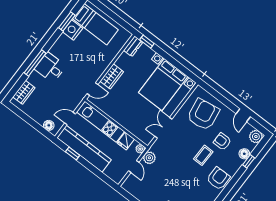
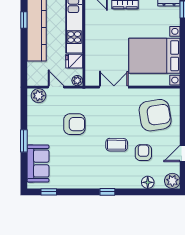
plant: (149, 158) -> (39, 96), moved
window: (249, 161) -> (107, 192), moved
door: (134, 166) -> (56, 87), swing flipped
armchair: (218, 178) -> (74, 124), moved

